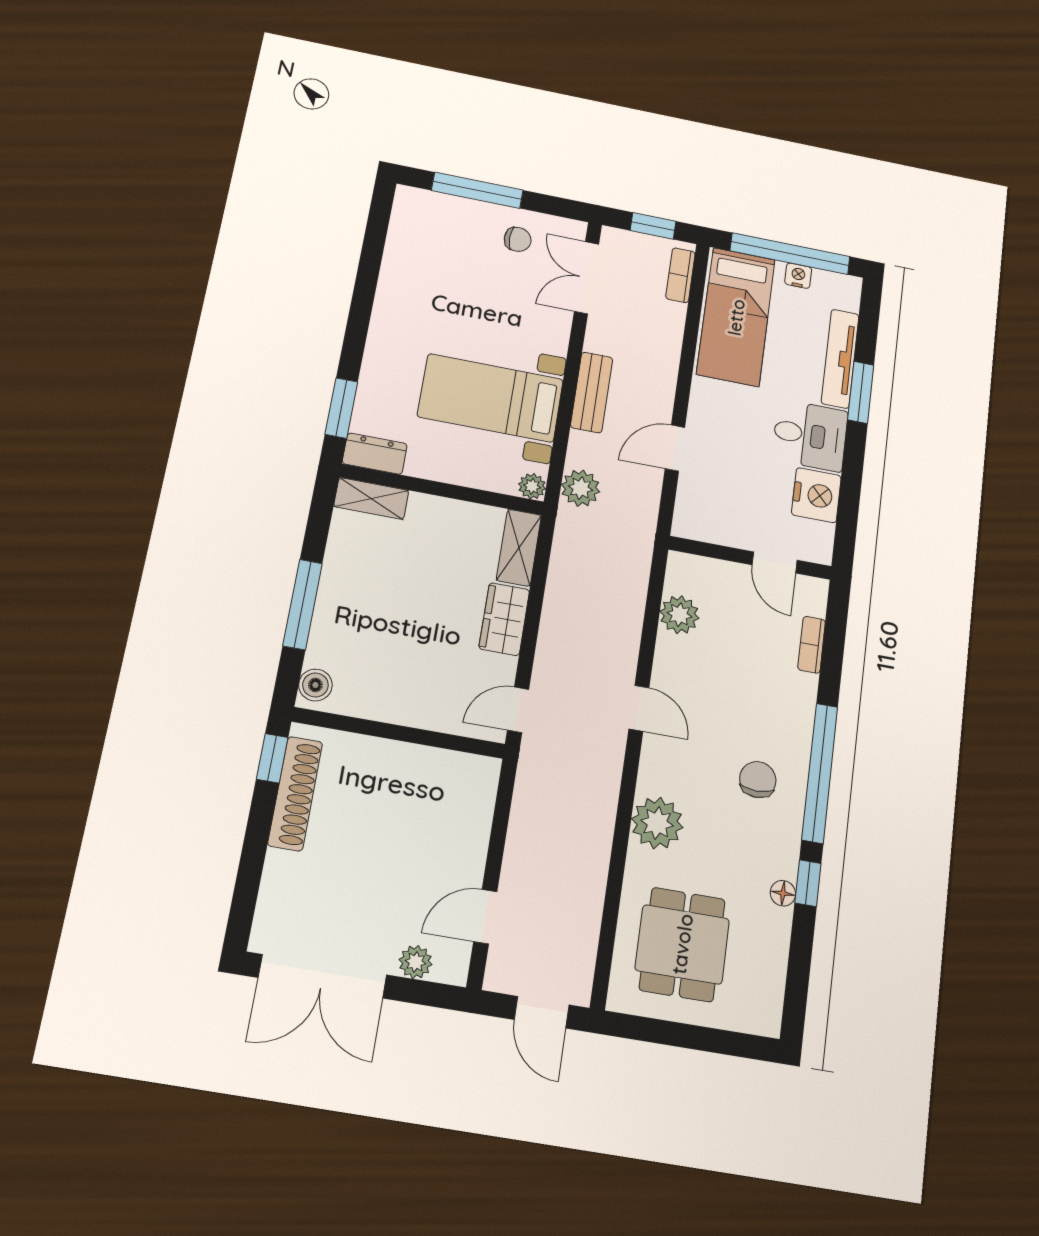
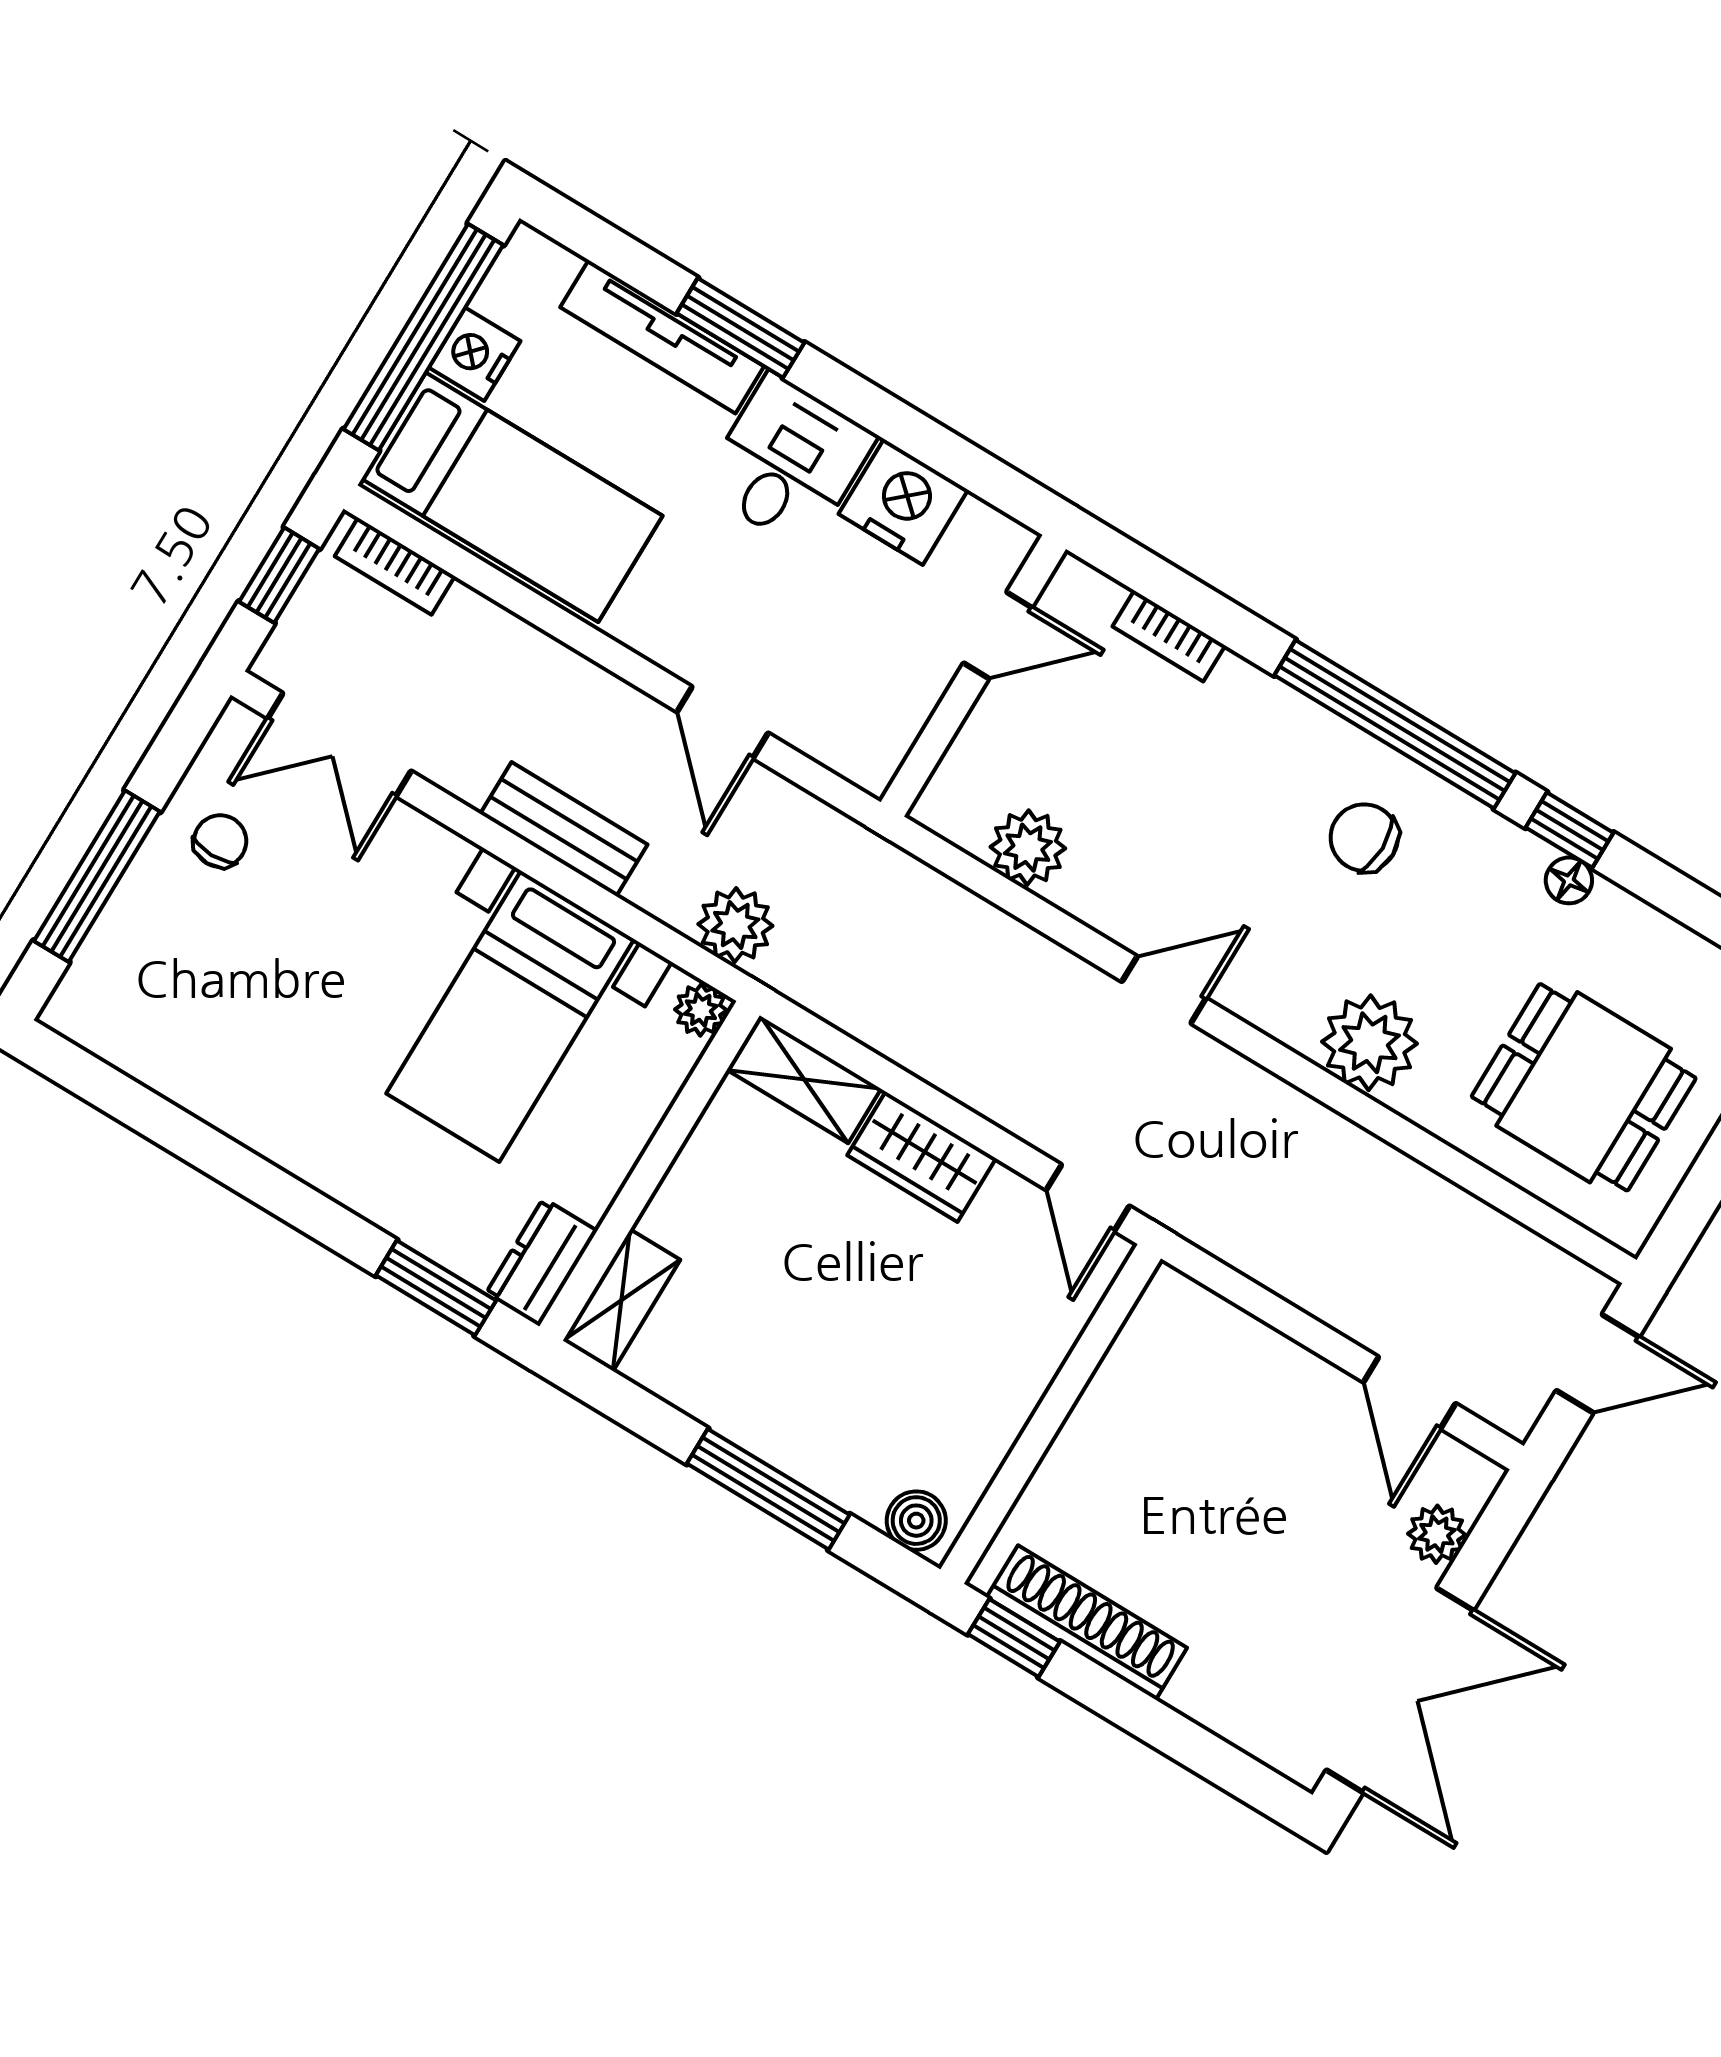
nightstand: (798, 276) -> (475, 354), width x1.39, depth x1.35

